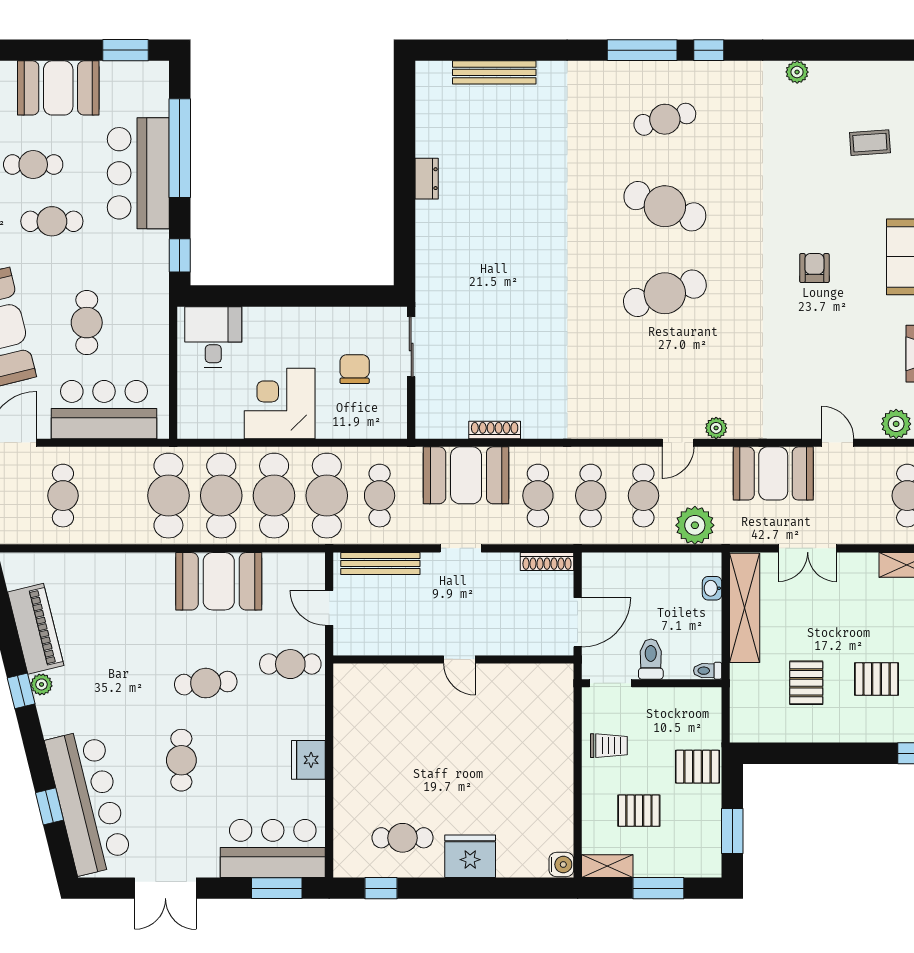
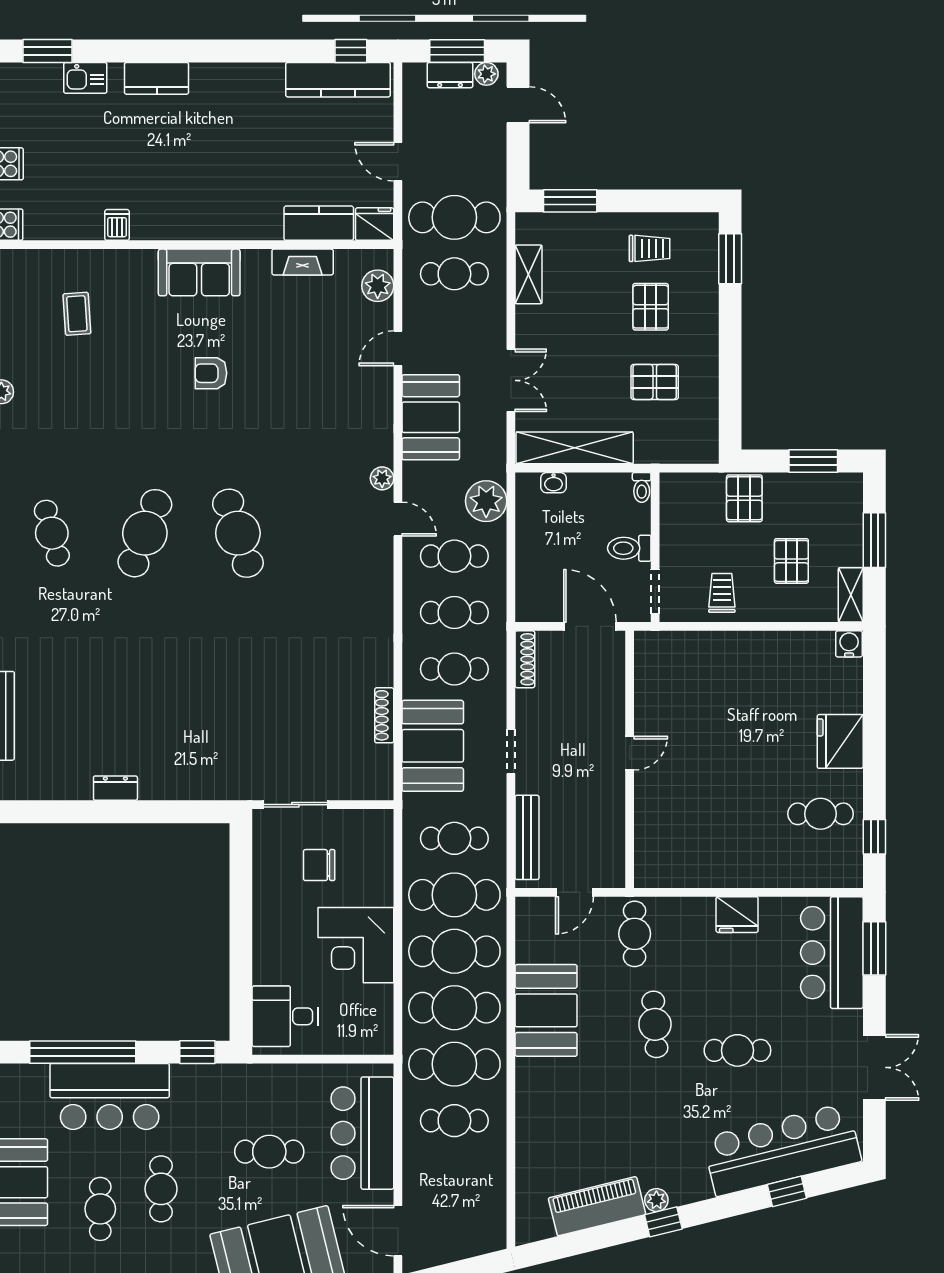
cafe table: (63, 496) -> (454, 1121), moved
cafe table: (403, 838) -> (821, 814), turned 90

